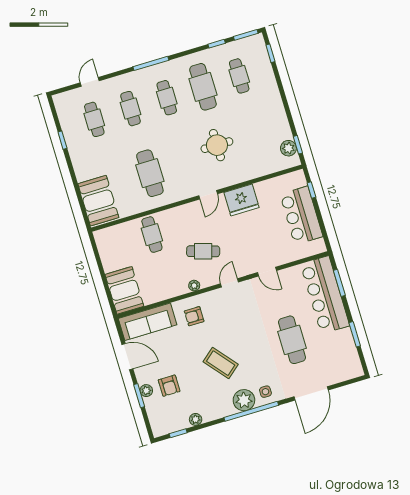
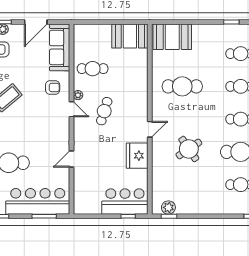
round table: (217, 145) -> (189, 149), turned -34
door: (208, 195) -> (150, 129), swing flipped
bar counter: (301, 215) -> (125, 202), moved
cafe table: (152, 235) -> (93, 69), moved
door: (230, 283) -> (71, 109), moved
booth: (124, 290) -> (130, 36), moved
armchair: (194, 316) -> (53, 87), turned 90

